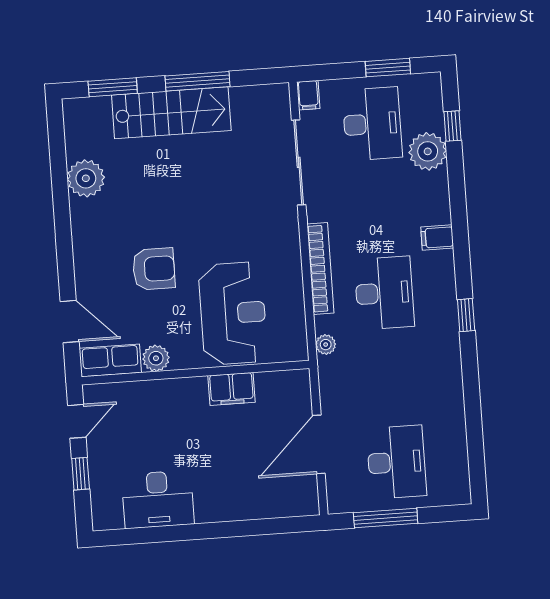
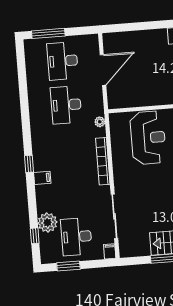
desk: (384, 293) -> (66, 105), moved
reception desk: (233, 313) -> (148, 138), turned 180
window: (466, 315) -> (29, 164), moved
filing cabinet: (232, 389) -> (149, 98), removed
window: (386, 518) -> (48, 33), moved

